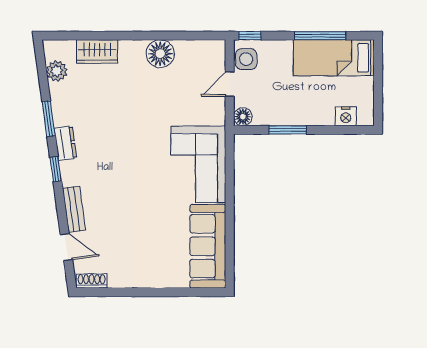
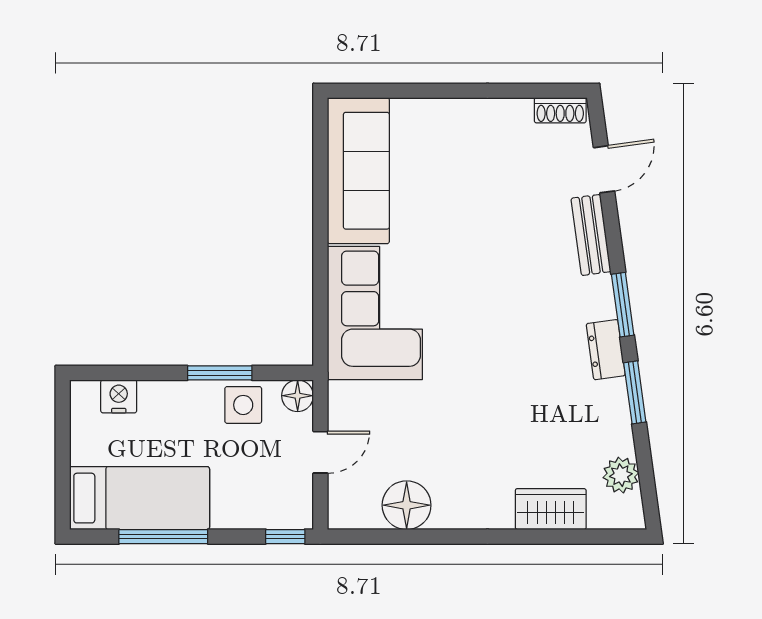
floor lamp: (160, 54) -> (407, 505), moved
side table: (246, 59) -> (243, 405), moved
window: (56, 169) -> (623, 305), width x1.50
door: (66, 247) -> (604, 169), swing flipped

